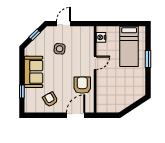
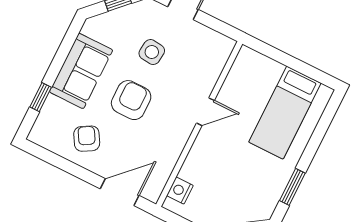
nightstand: (101, 37) -> (180, 191), moved
window: (148, 59) -> (292, 187), moved
armchair: (82, 85) -> (131, 100), moved

